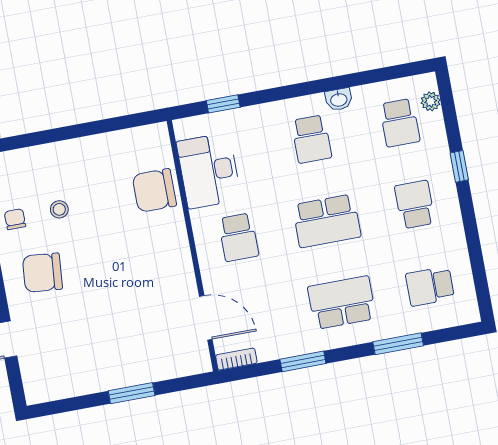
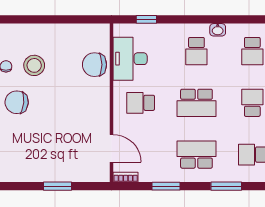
stool: (59, 209) -> (34, 65), width x1.89, depth x1.89
school desk: (238, 237) -> (141, 103), turned 90

